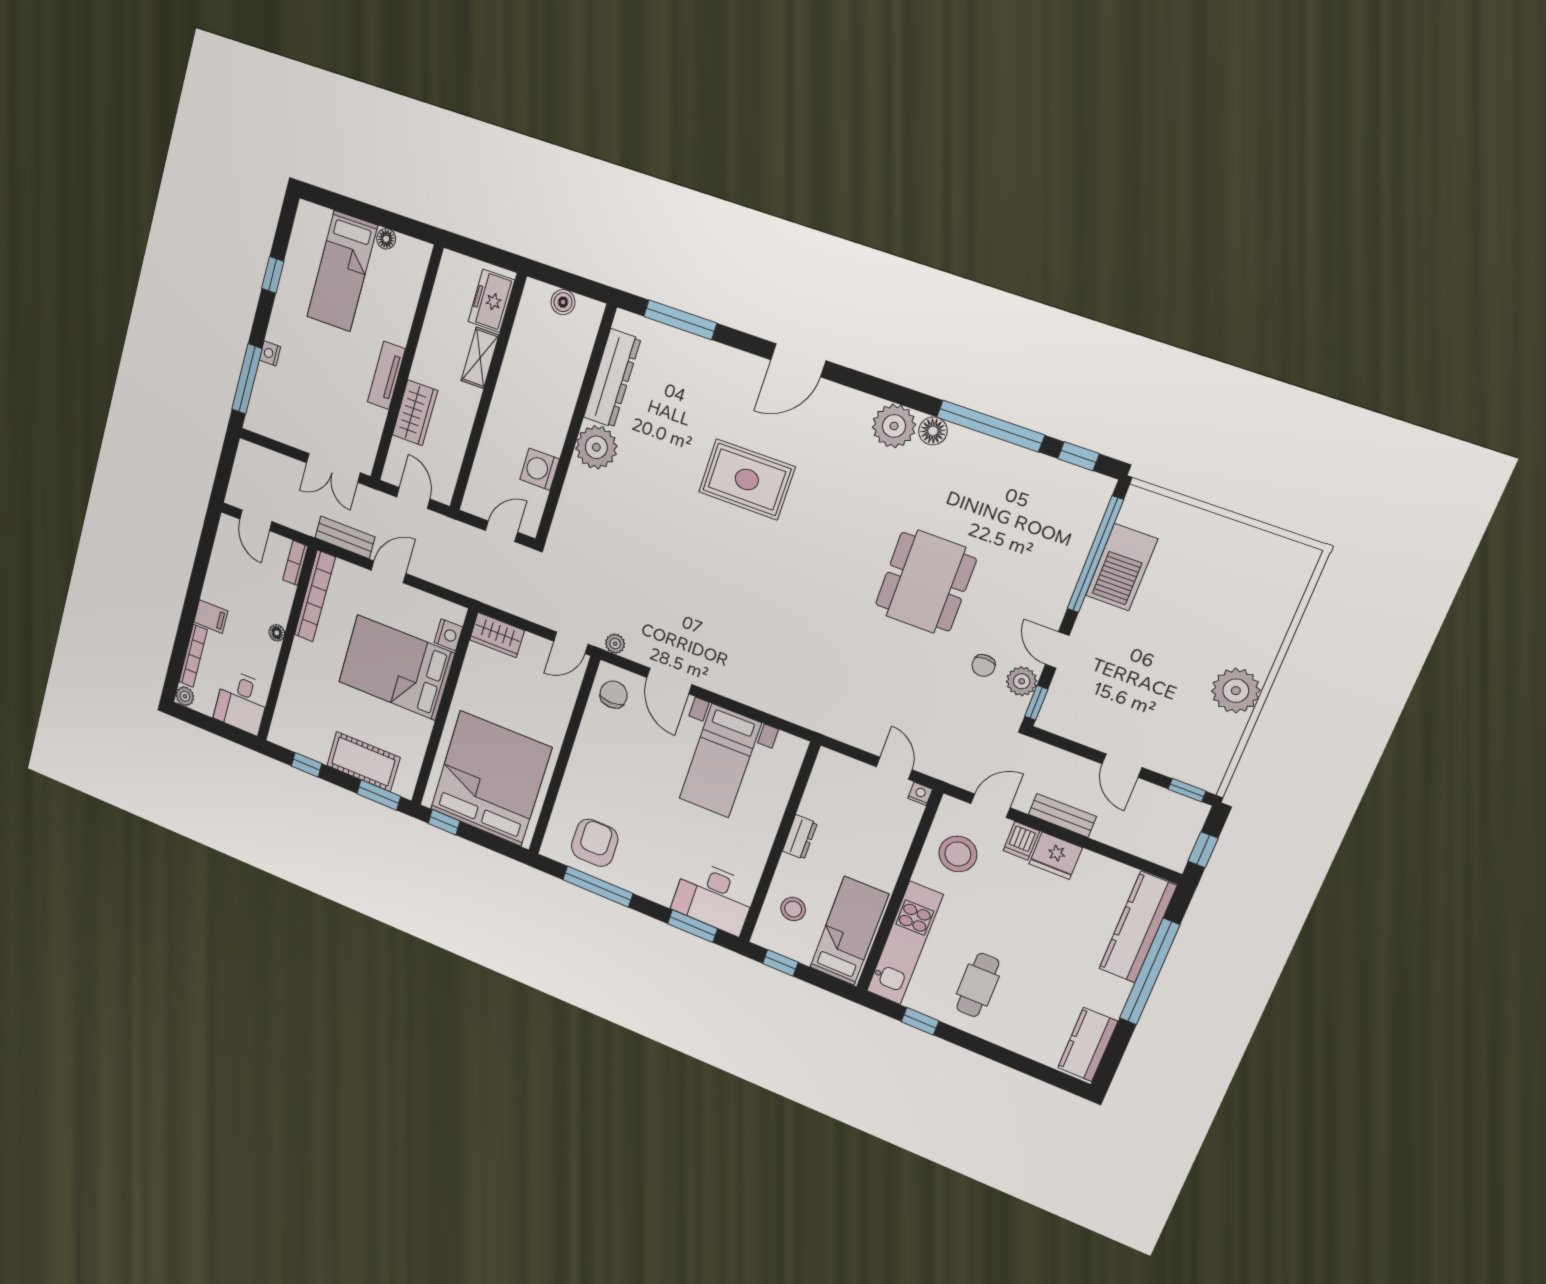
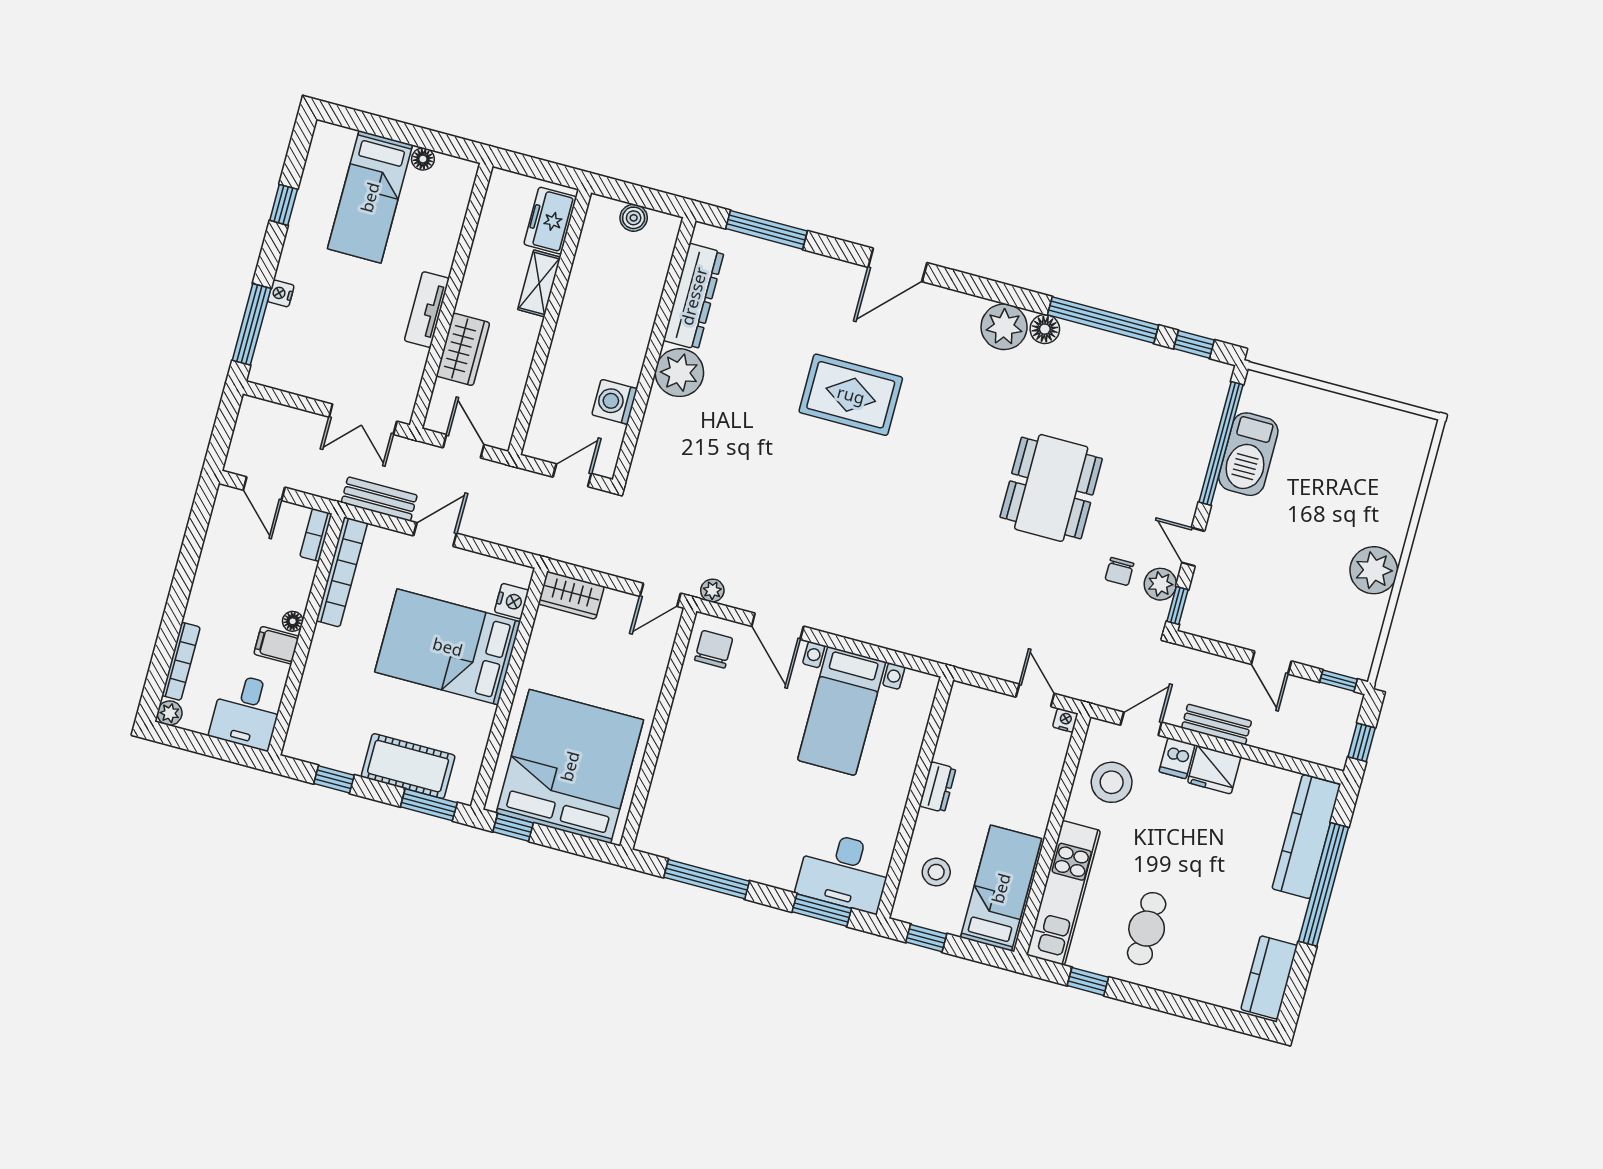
filing cabinet: (211, 617) -> (276, 645), moved, turned 180
armchair: (595, 843) -> (700, 827), removed

